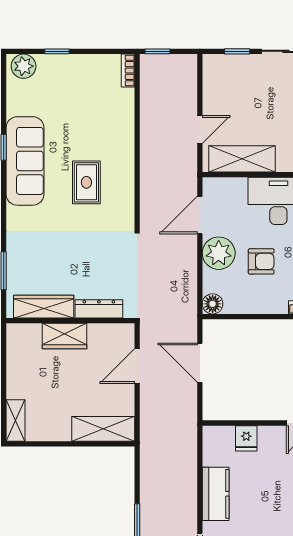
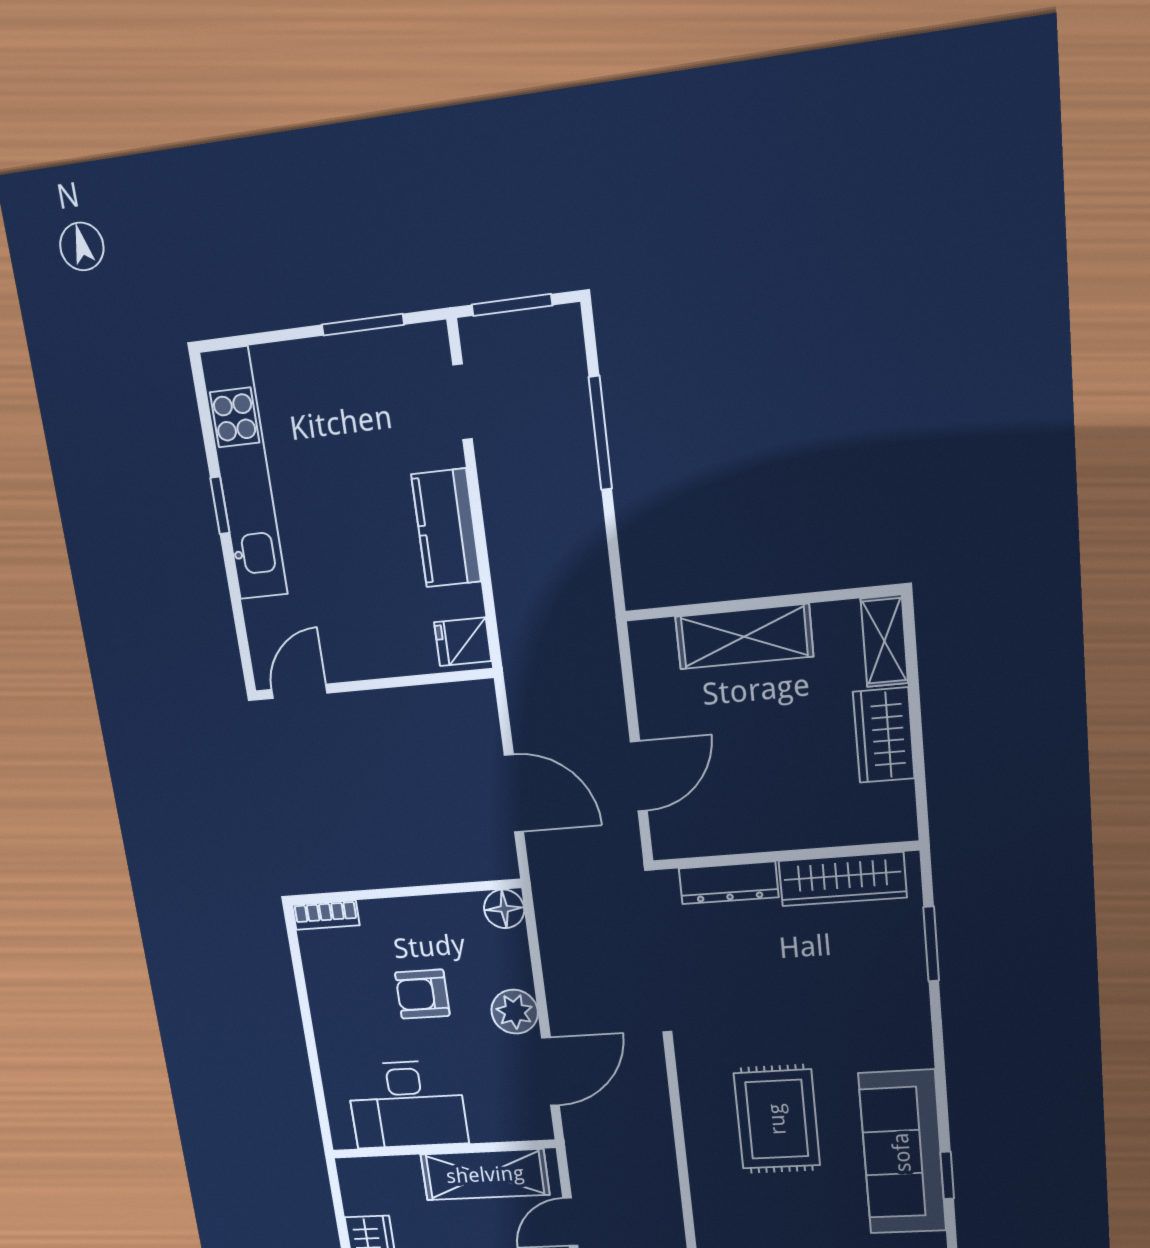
rug: (86, 182) -> (777, 1119), width x1.36, depth x1.43
plant: (219, 253) -> (515, 1012), width x0.73, depth x0.73
wardrobe: (64, 336) -> (884, 735), moved, turned -90
shelving: (103, 429) -> (744, 637), moved
fridge: (246, 438) -> (463, 642), moved, turned -90

